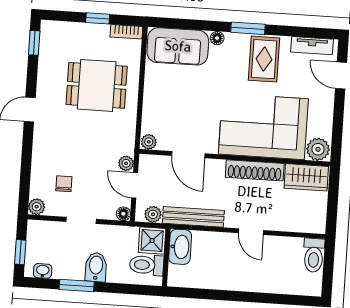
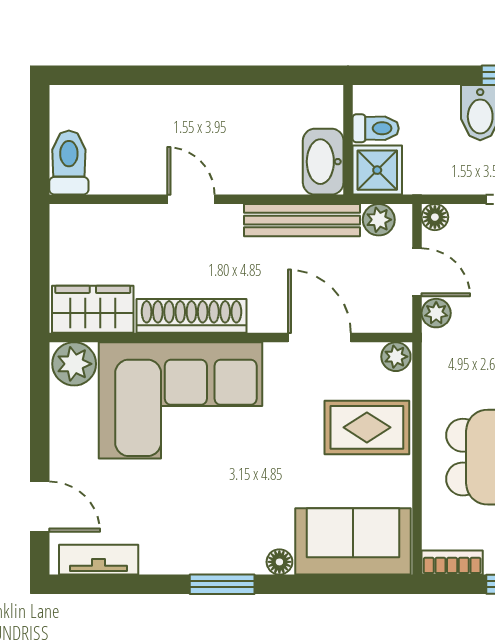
rug: (264, 59) -> (367, 427), moved, turned 90
toilet: (147, 265) -> (376, 128), width x0.73, depth x0.72

